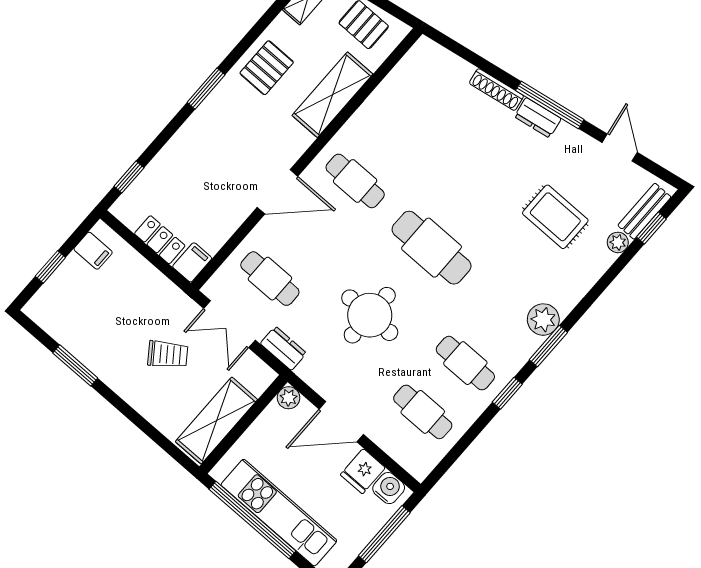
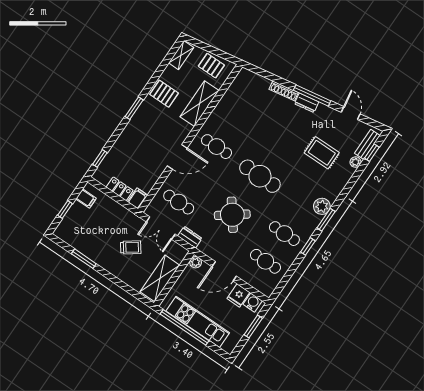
pallet: (267, 68) -> (164, 94), turned 90
round table: (370, 315) -> (232, 215), turned -37
window: (384, 534) -> (253, 327), width x0.69

